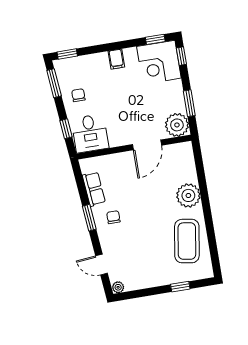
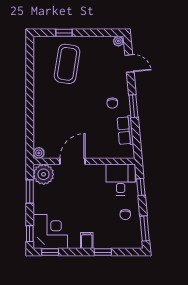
window: (67, 54) -> (103, 252), moved
plant: (188, 195) -> (39, 153), moved, width x0.53, depth x0.53
coffee table: (187, 241) -> (67, 64), moved

